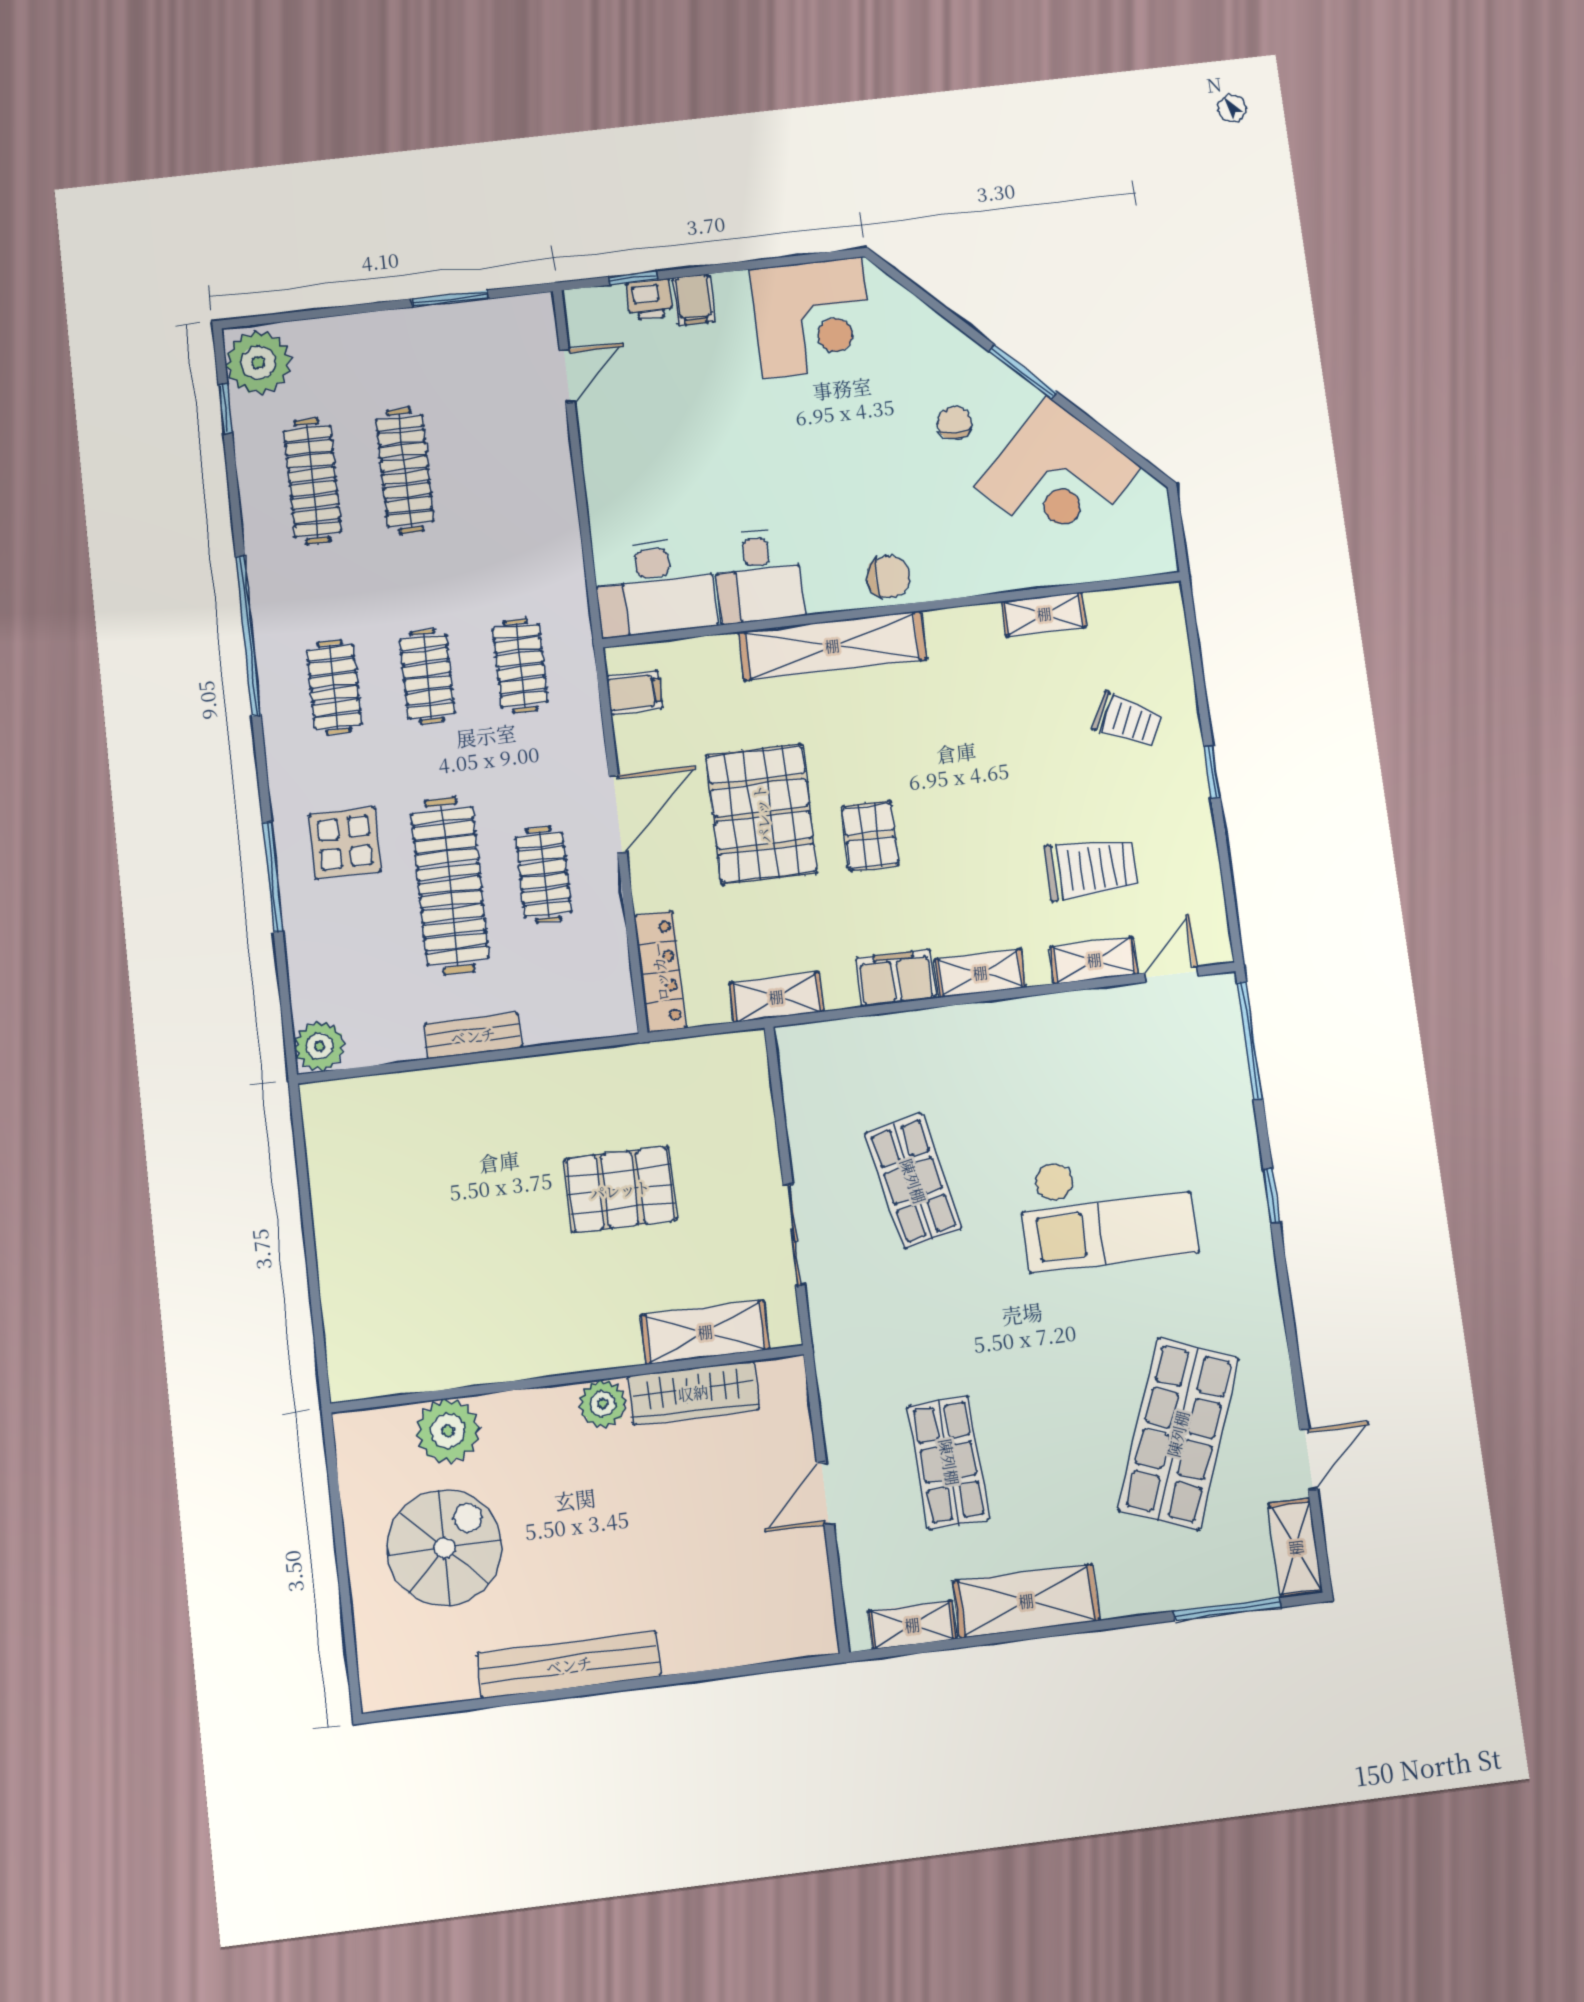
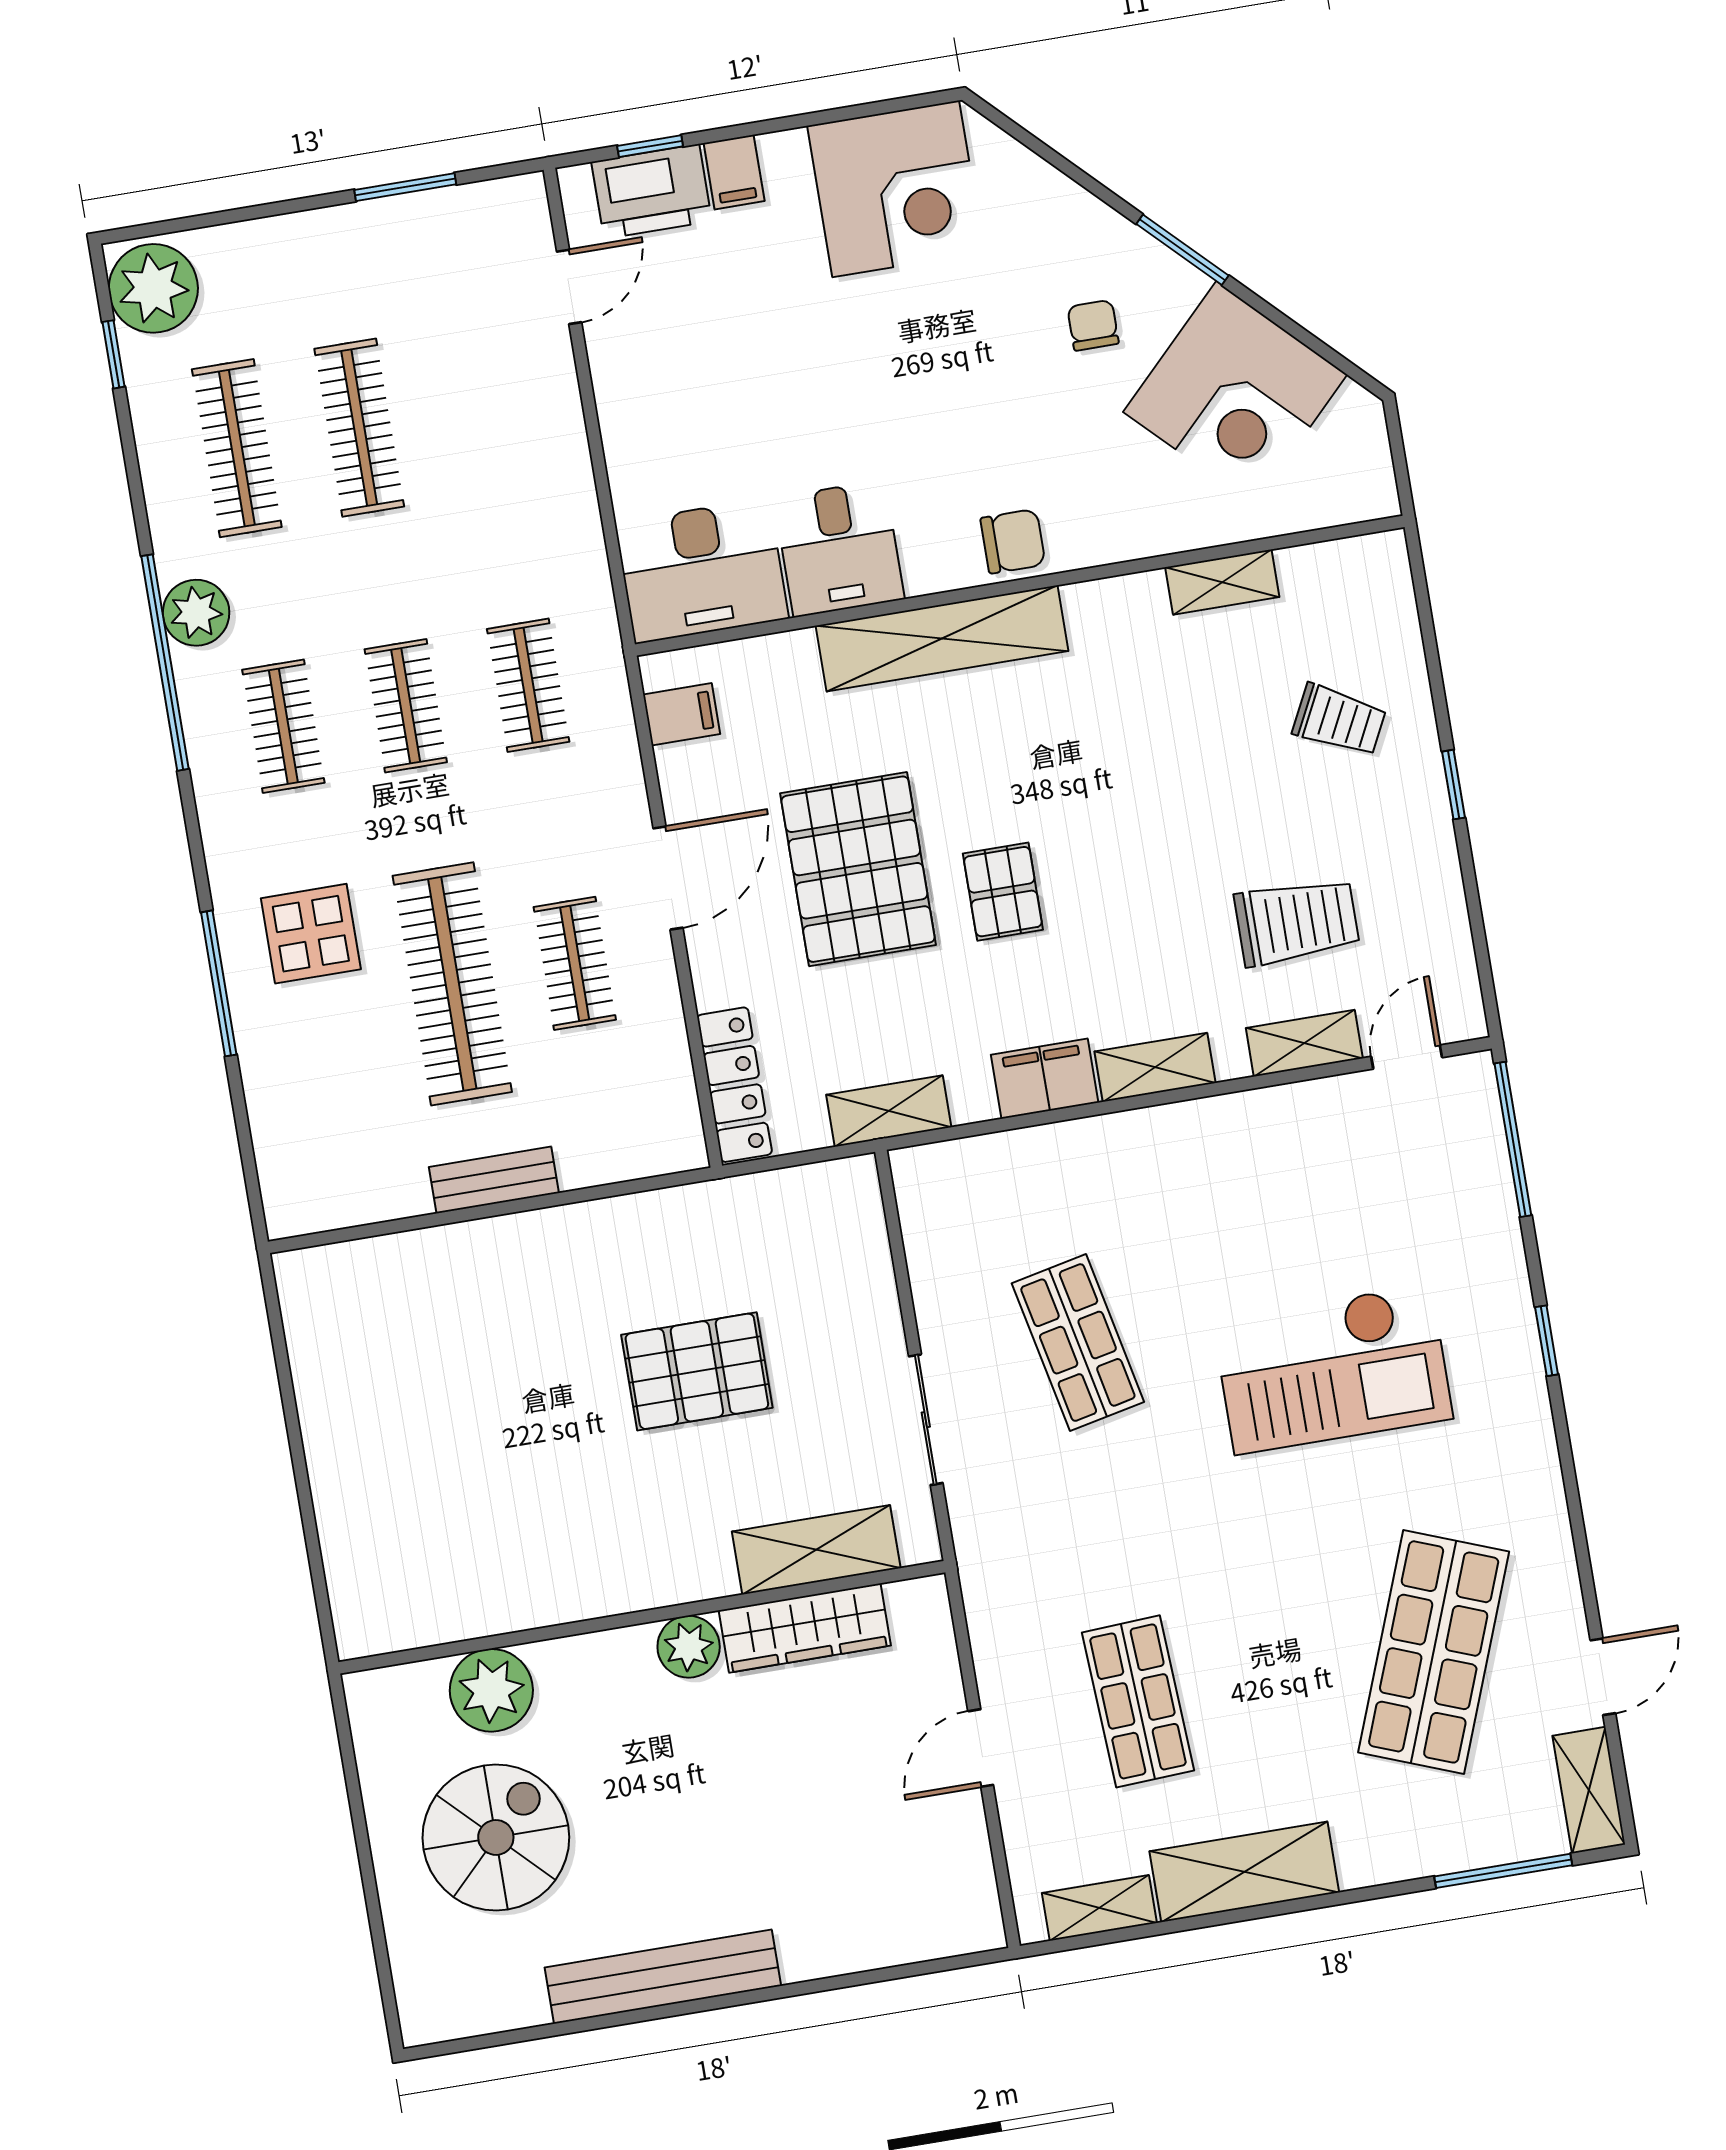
printer: (650, 300) -> (652, 191), width x1.87, depth x1.48
plant: (320, 1046) -> (196, 613), moved

